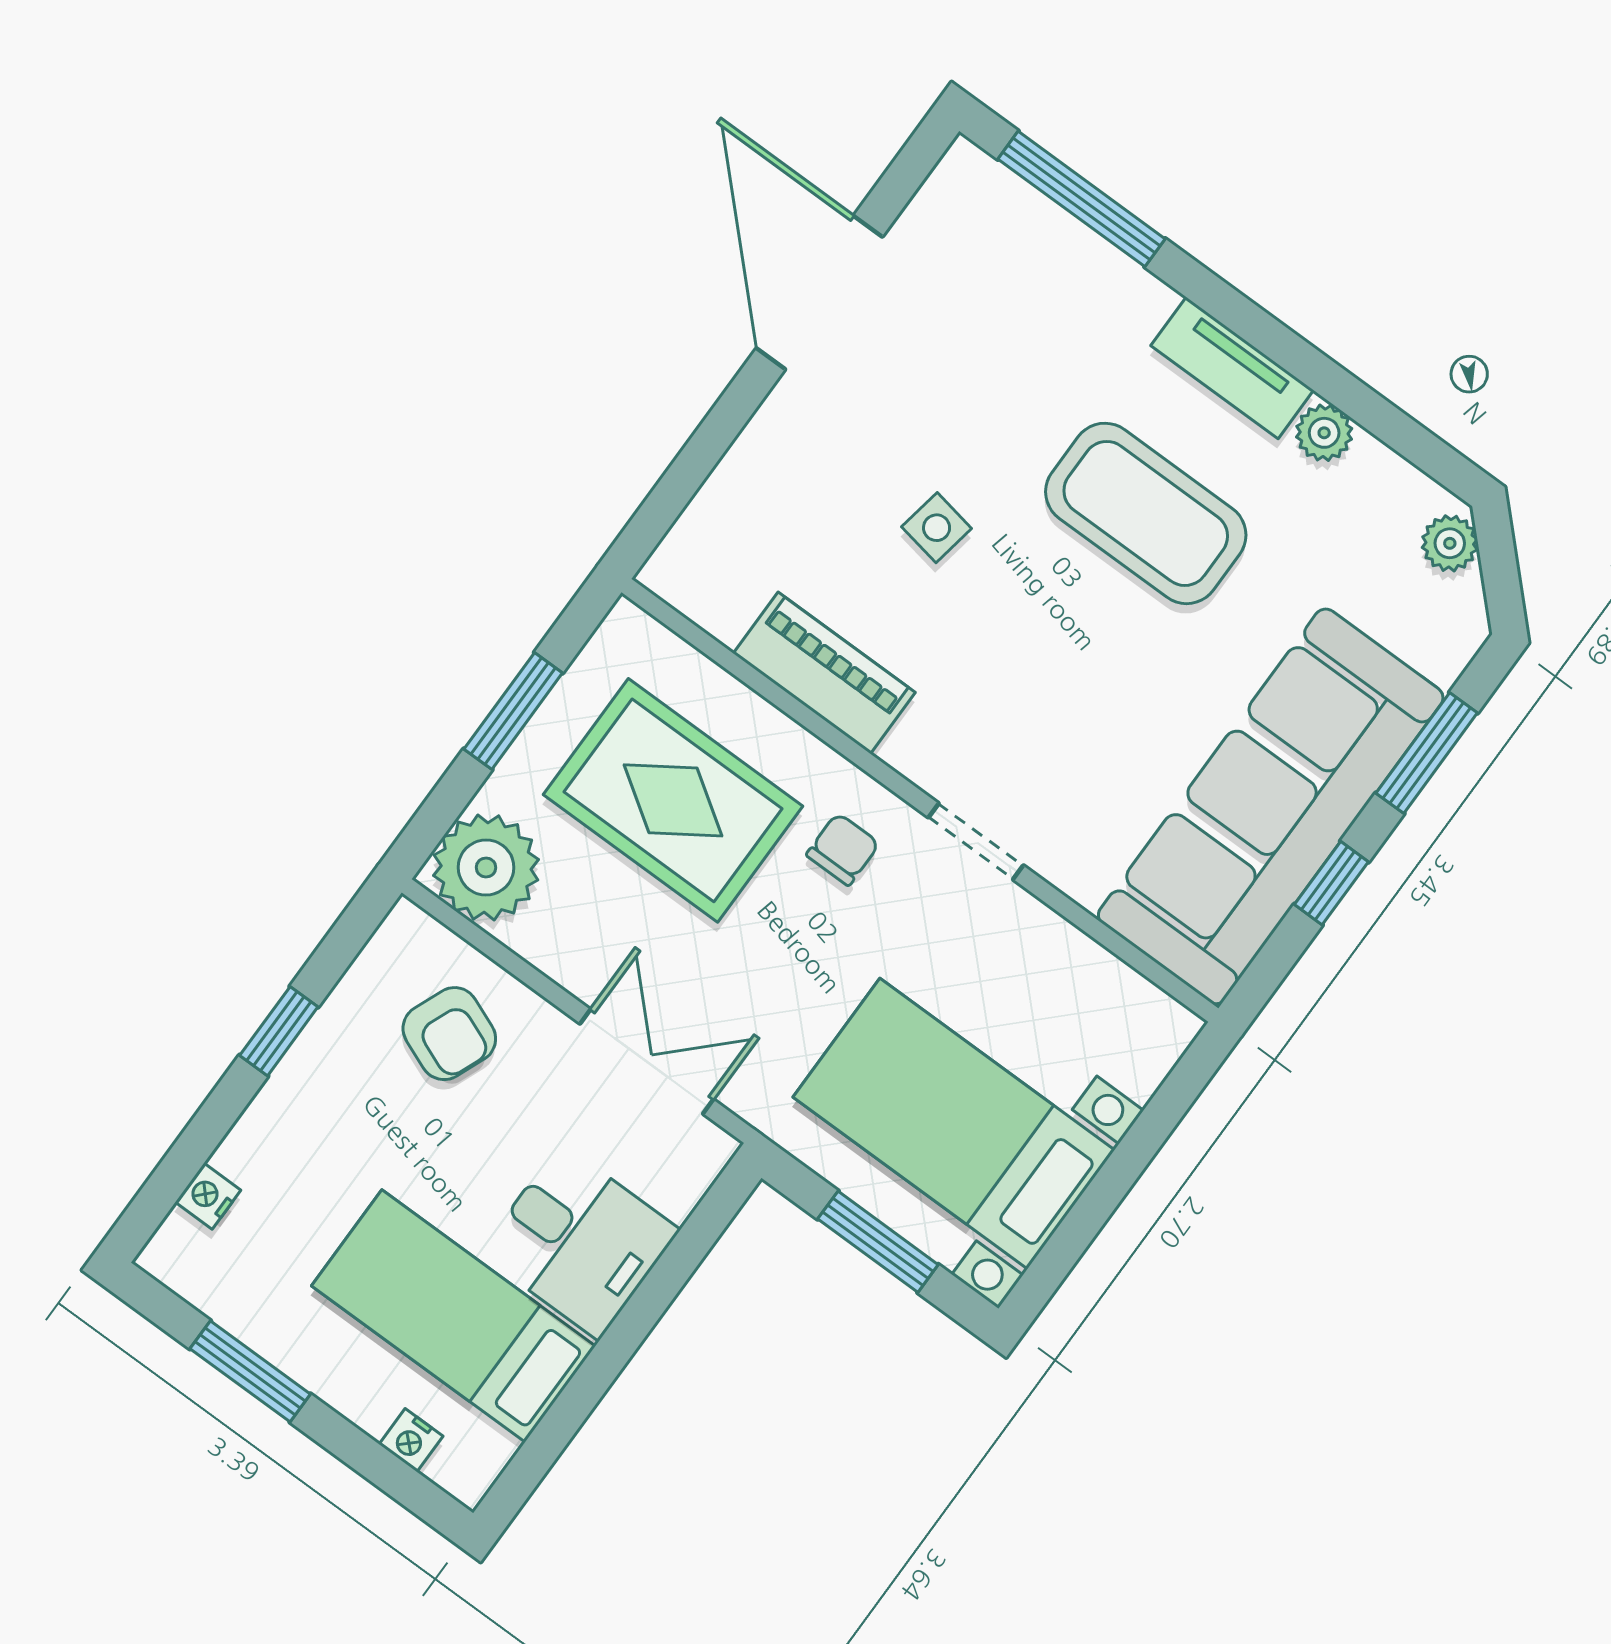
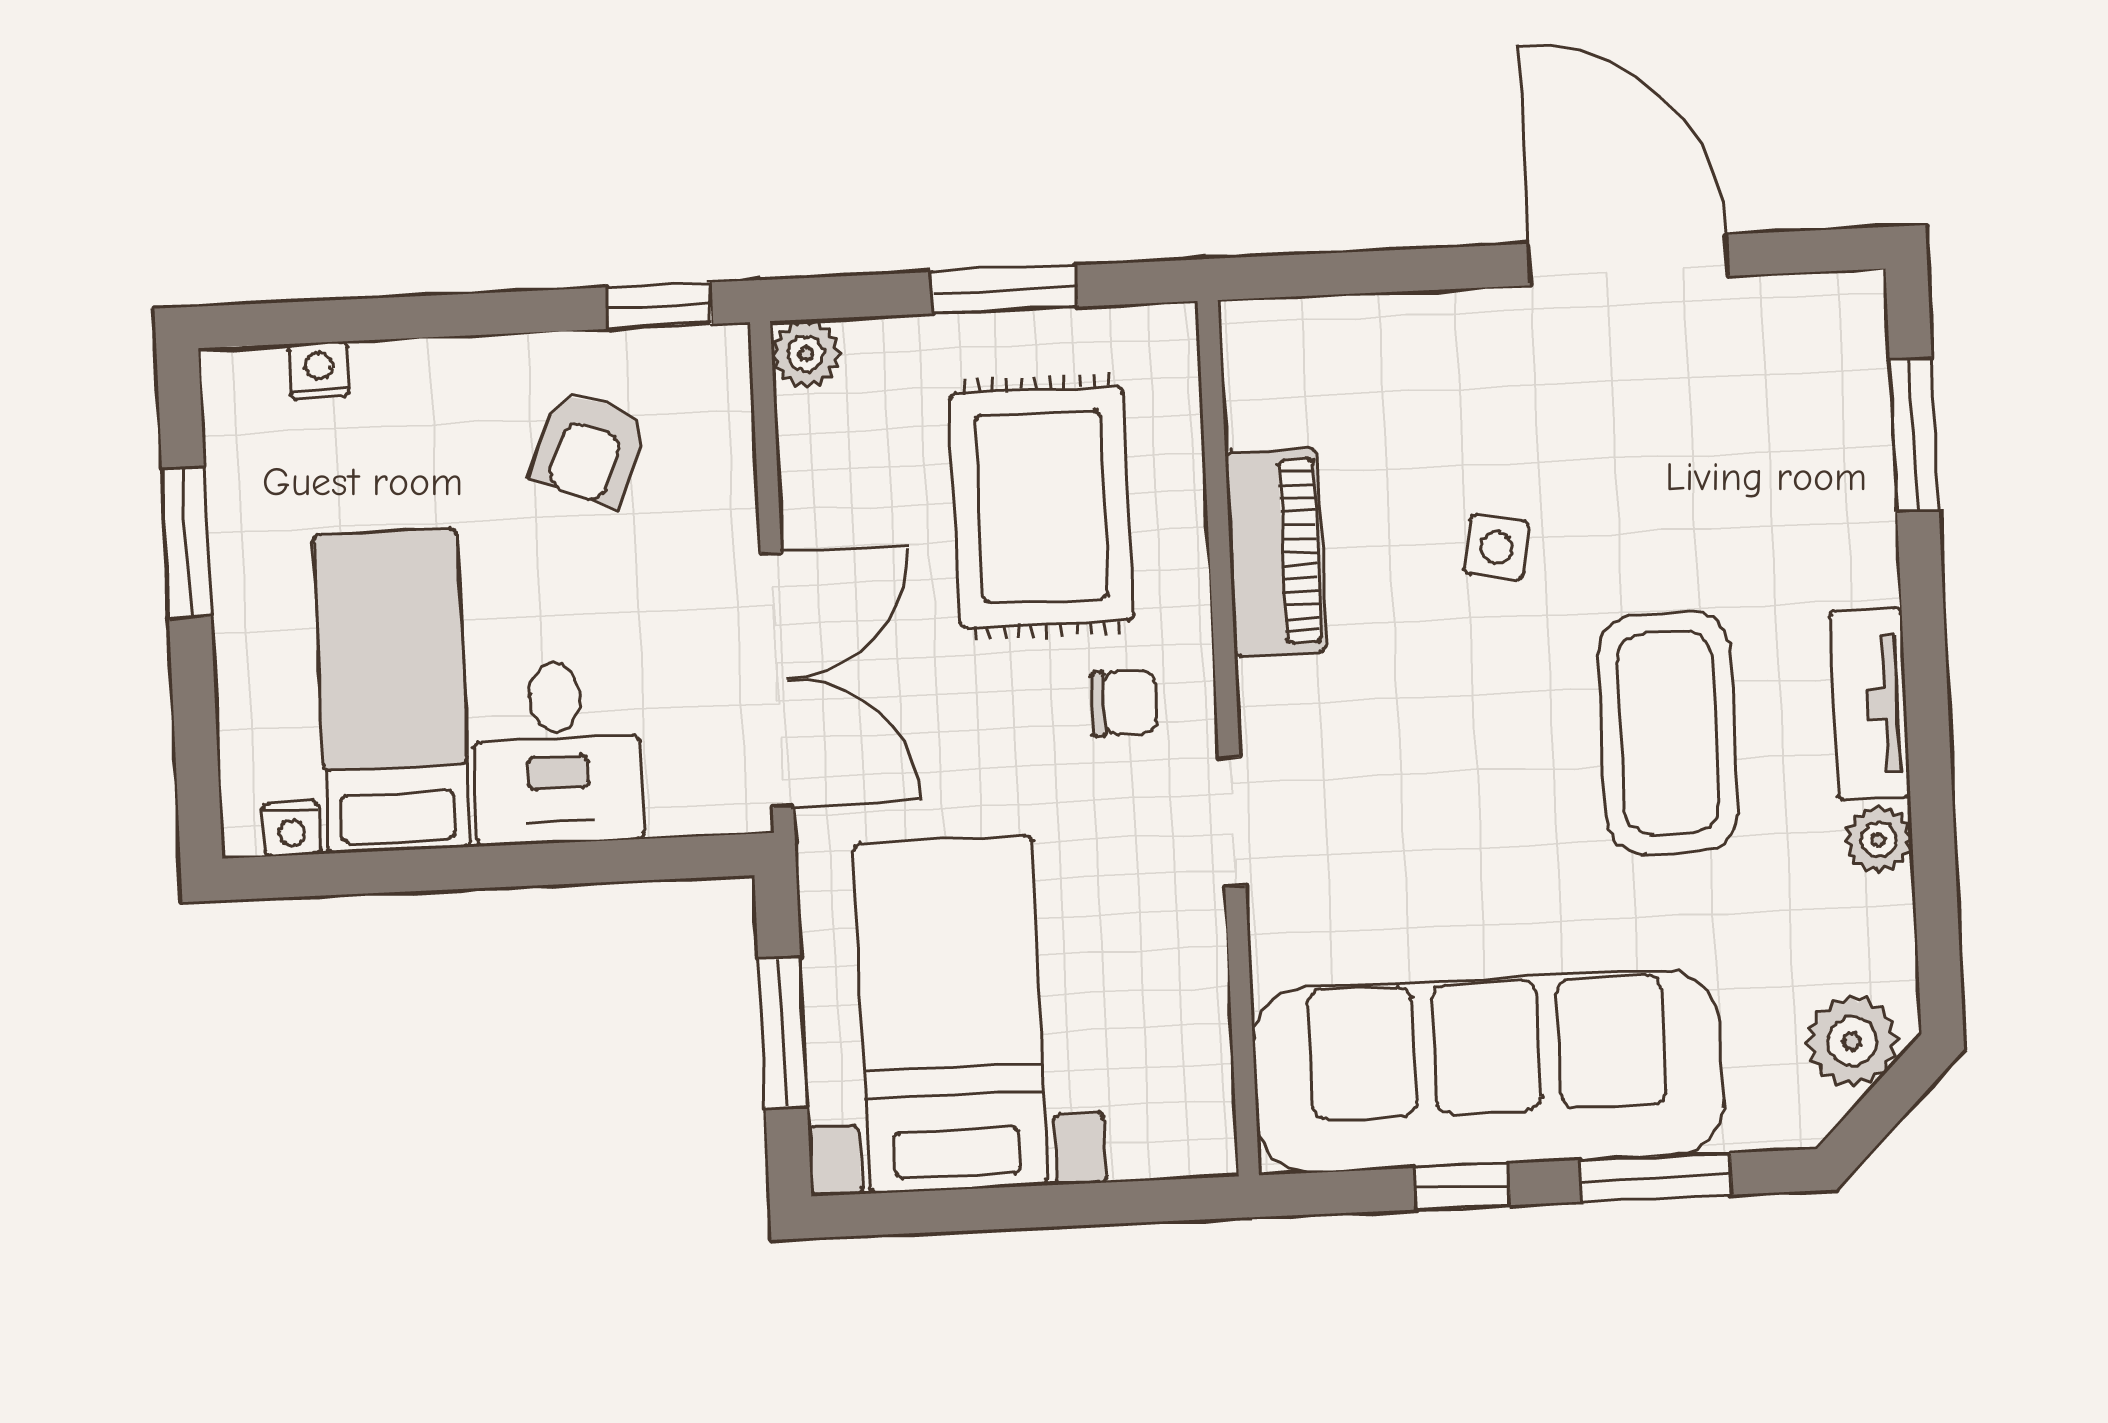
window: (1081, 199) -> (1914, 435), width x0.69
door: (819, 293) -> (1628, 260), hinge flipped
plant: (1450, 543) -> (1852, 1041), width x1.38, depth x1.38
plant: (486, 867) -> (806, 354), width x0.53, depth x0.53
window: (279, 1031) -> (659, 306), moved
armchair: (449, 1034) -> (589, 449), moved
double door: (647, 1062) -> (777, 680), width x1.37
nightstand: (411, 1440) -> (292, 829), moved, turned -90

